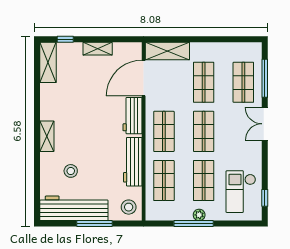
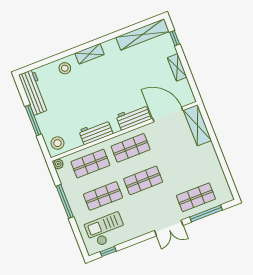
shelving: (48, 62) -> (142, 34), width x1.47
shop shelf: (204, 82) -> (183, 165), removed
double door: (265, 124) -> (169, 228), swing flipped
workbench: (133, 162) -> (96, 132), width x0.73
stool: (71, 171) -> (65, 68), moved
workbench: (74, 208) -> (34, 92), width x0.73, depth x0.76
plant: (199, 215) -> (58, 164), moved

